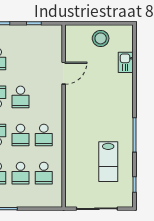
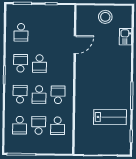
school desk: (44, 135) -> (58, 95), turned 180
lab bench: (108, 162) -> (110, 117), turned -90
school desk: (21, 173) -> (39, 125), turned 180

